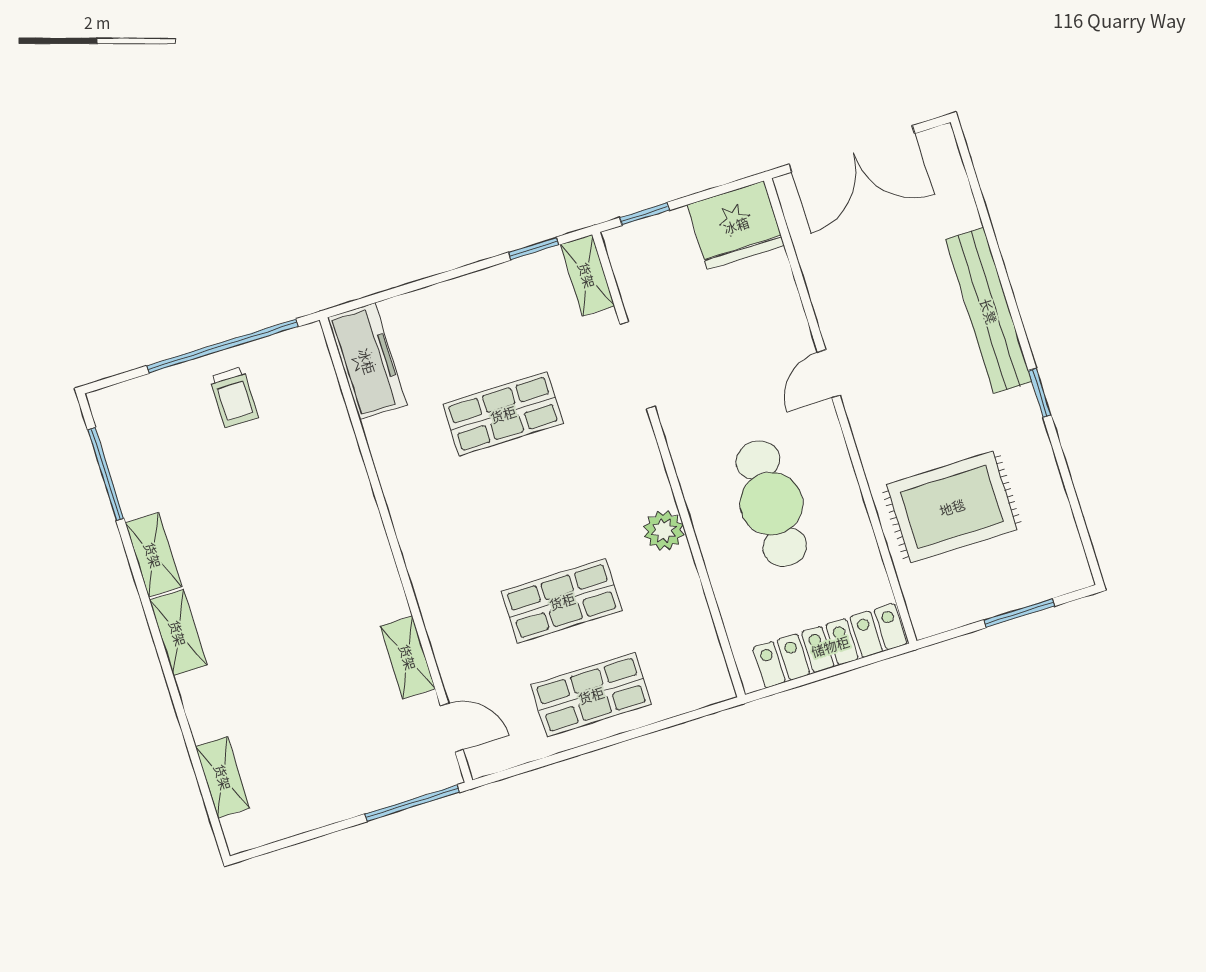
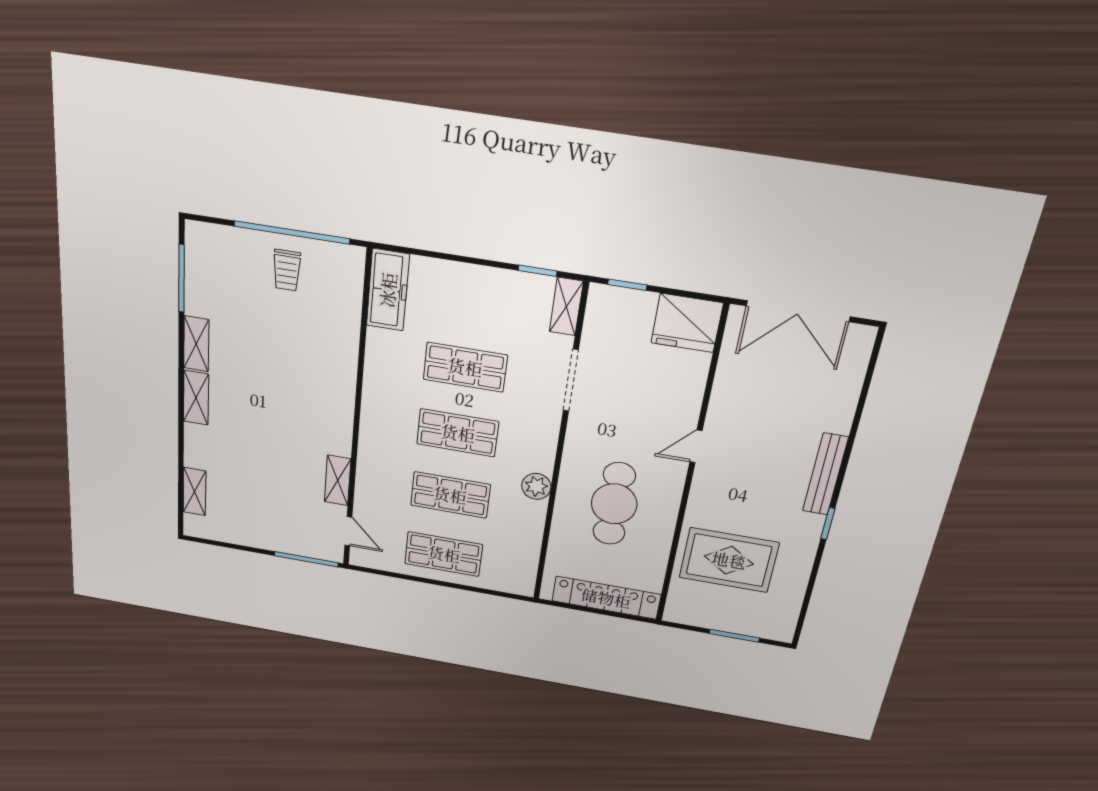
bench: (989, 311) -> (825, 474), width x0.73, depth x0.82
shop shelf: (532, 507) -> (458, 433), added

